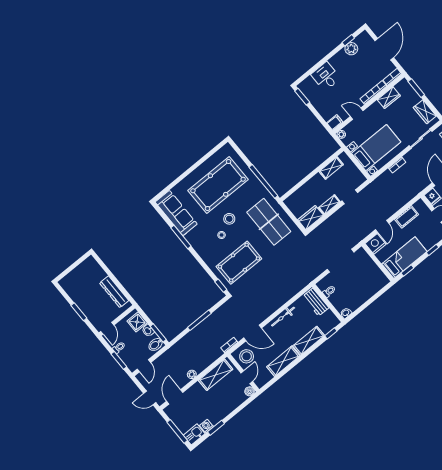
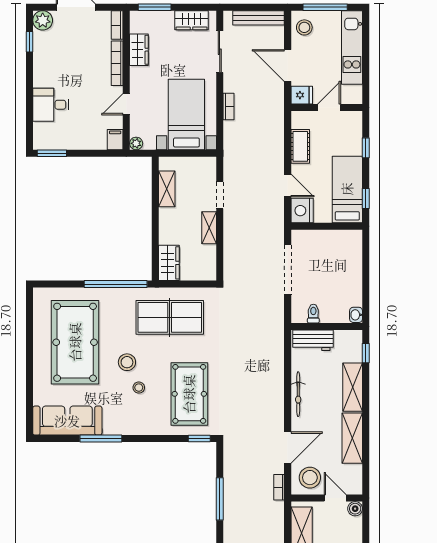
plant: (351, 49) -> (43, 20), moved
wardrobe: (311, 218) -> (169, 263), moved, turned 180

